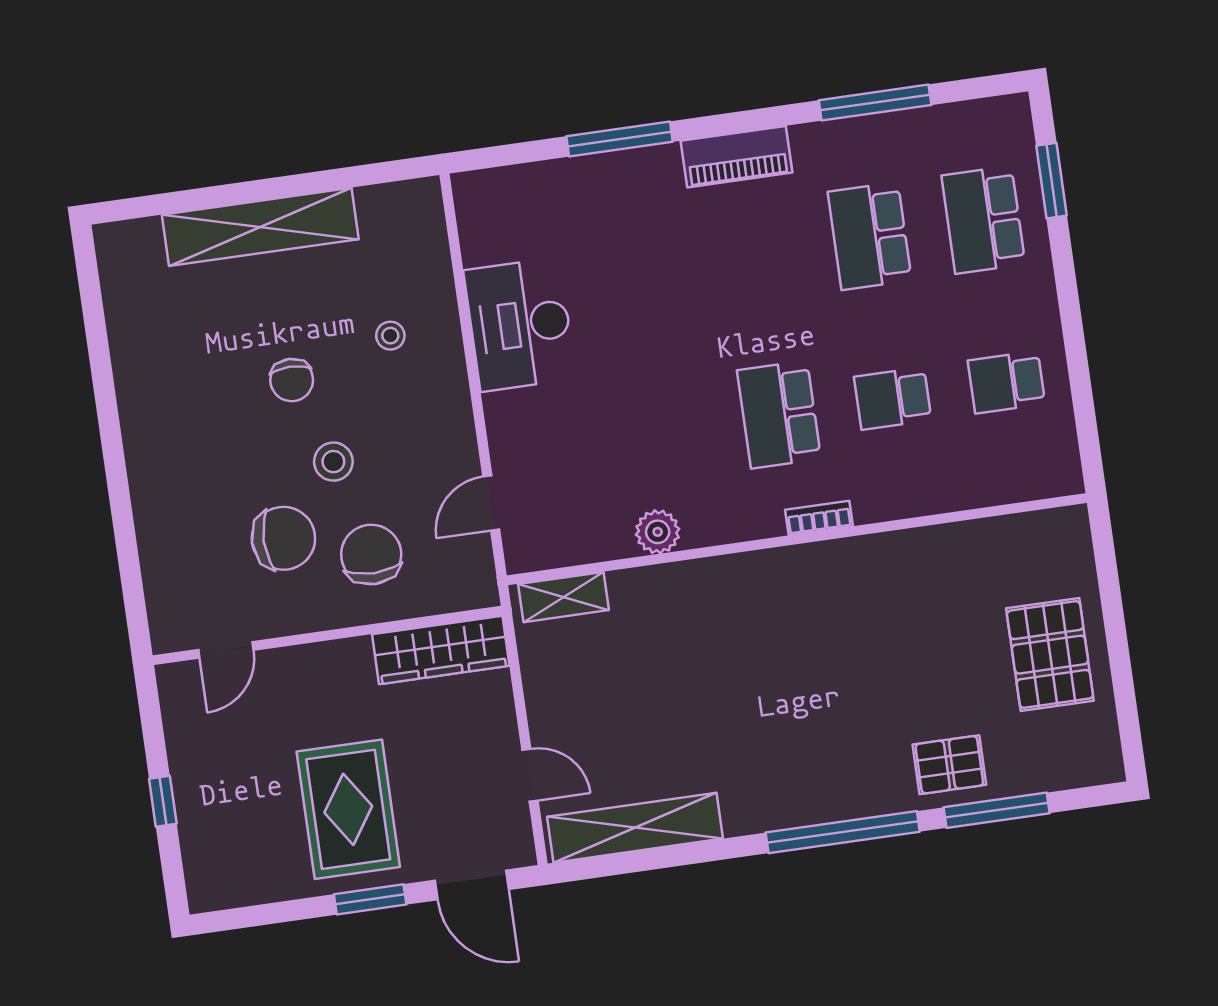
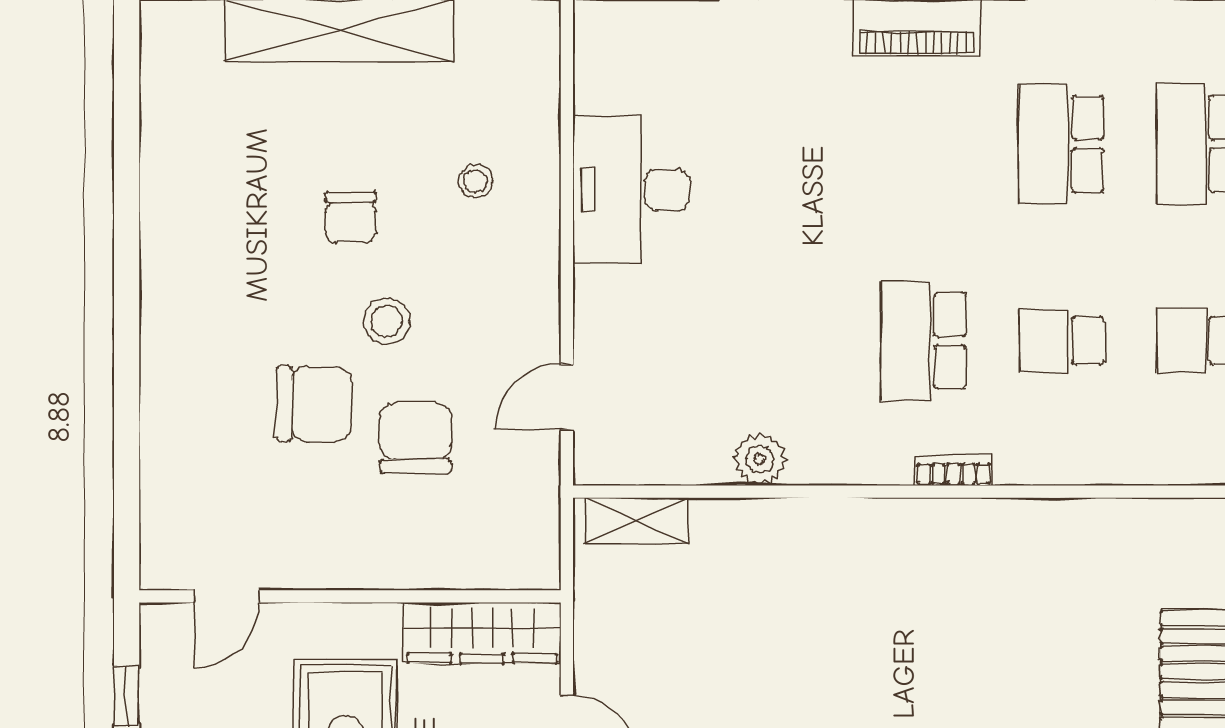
wall: (327, 635) -> (350, 596), moved
door: (226, 650) -> (227, 596), moved
wardrobe: (441, 650) -> (482, 633), moved

